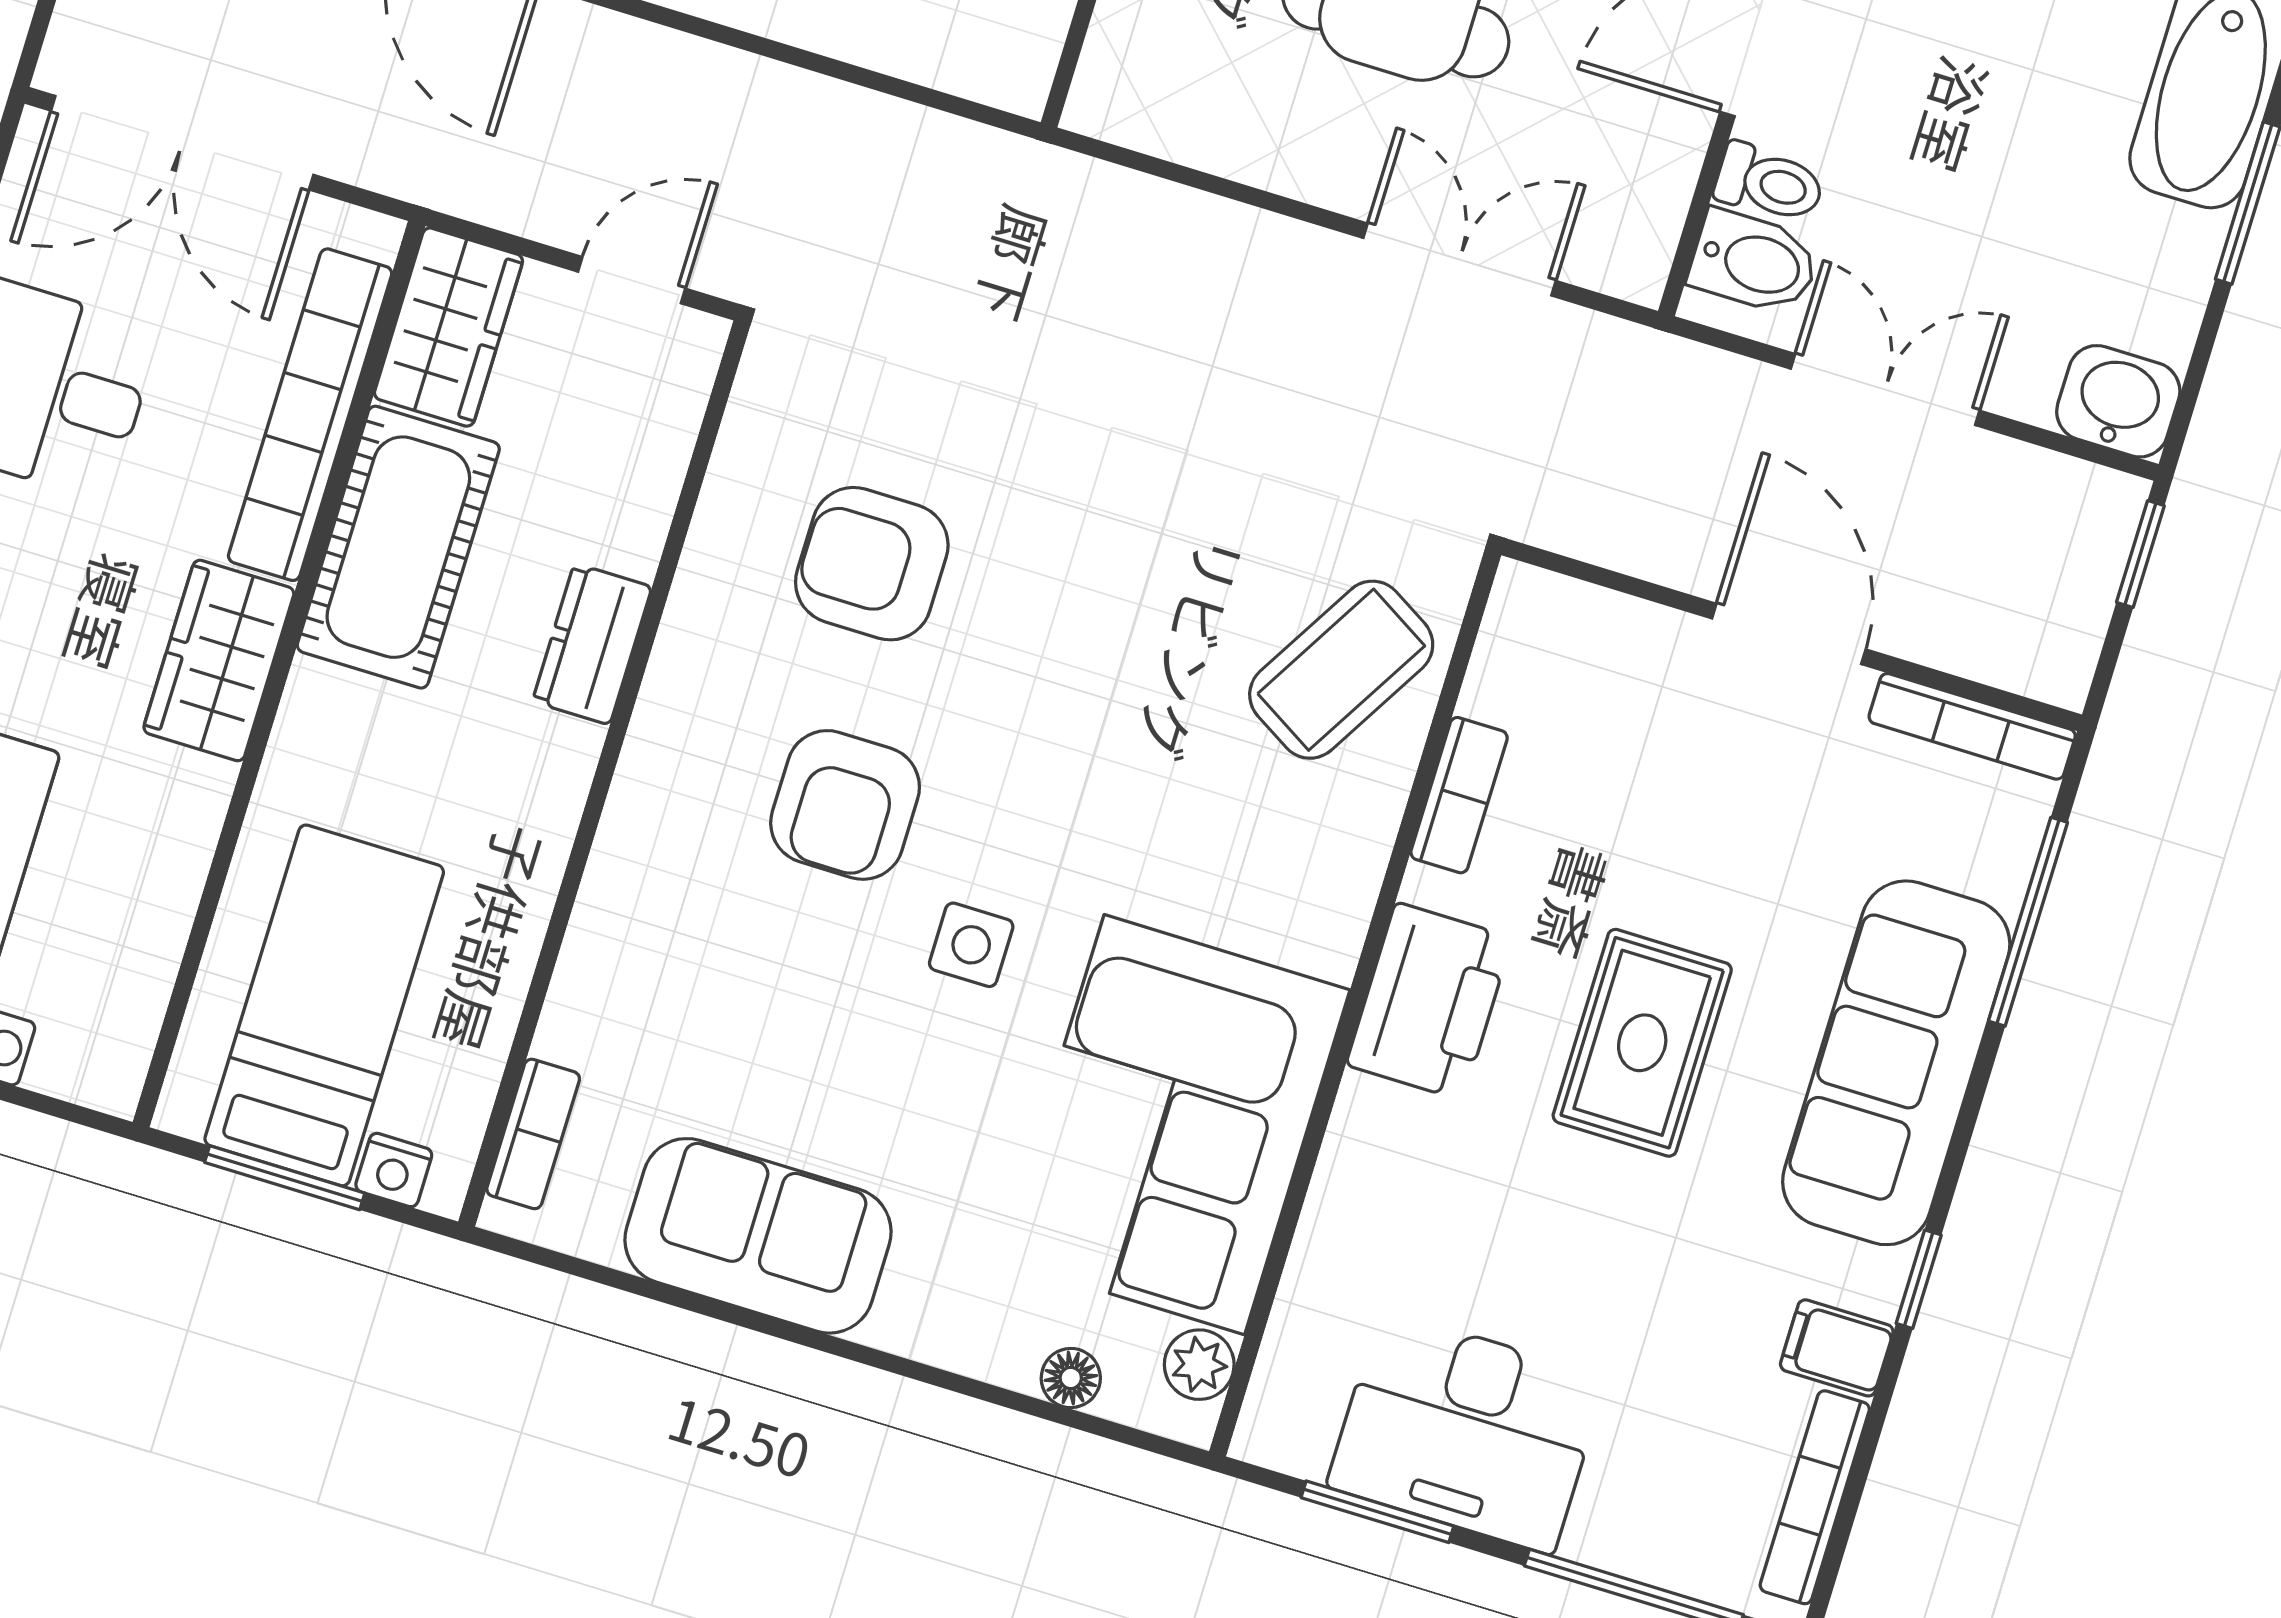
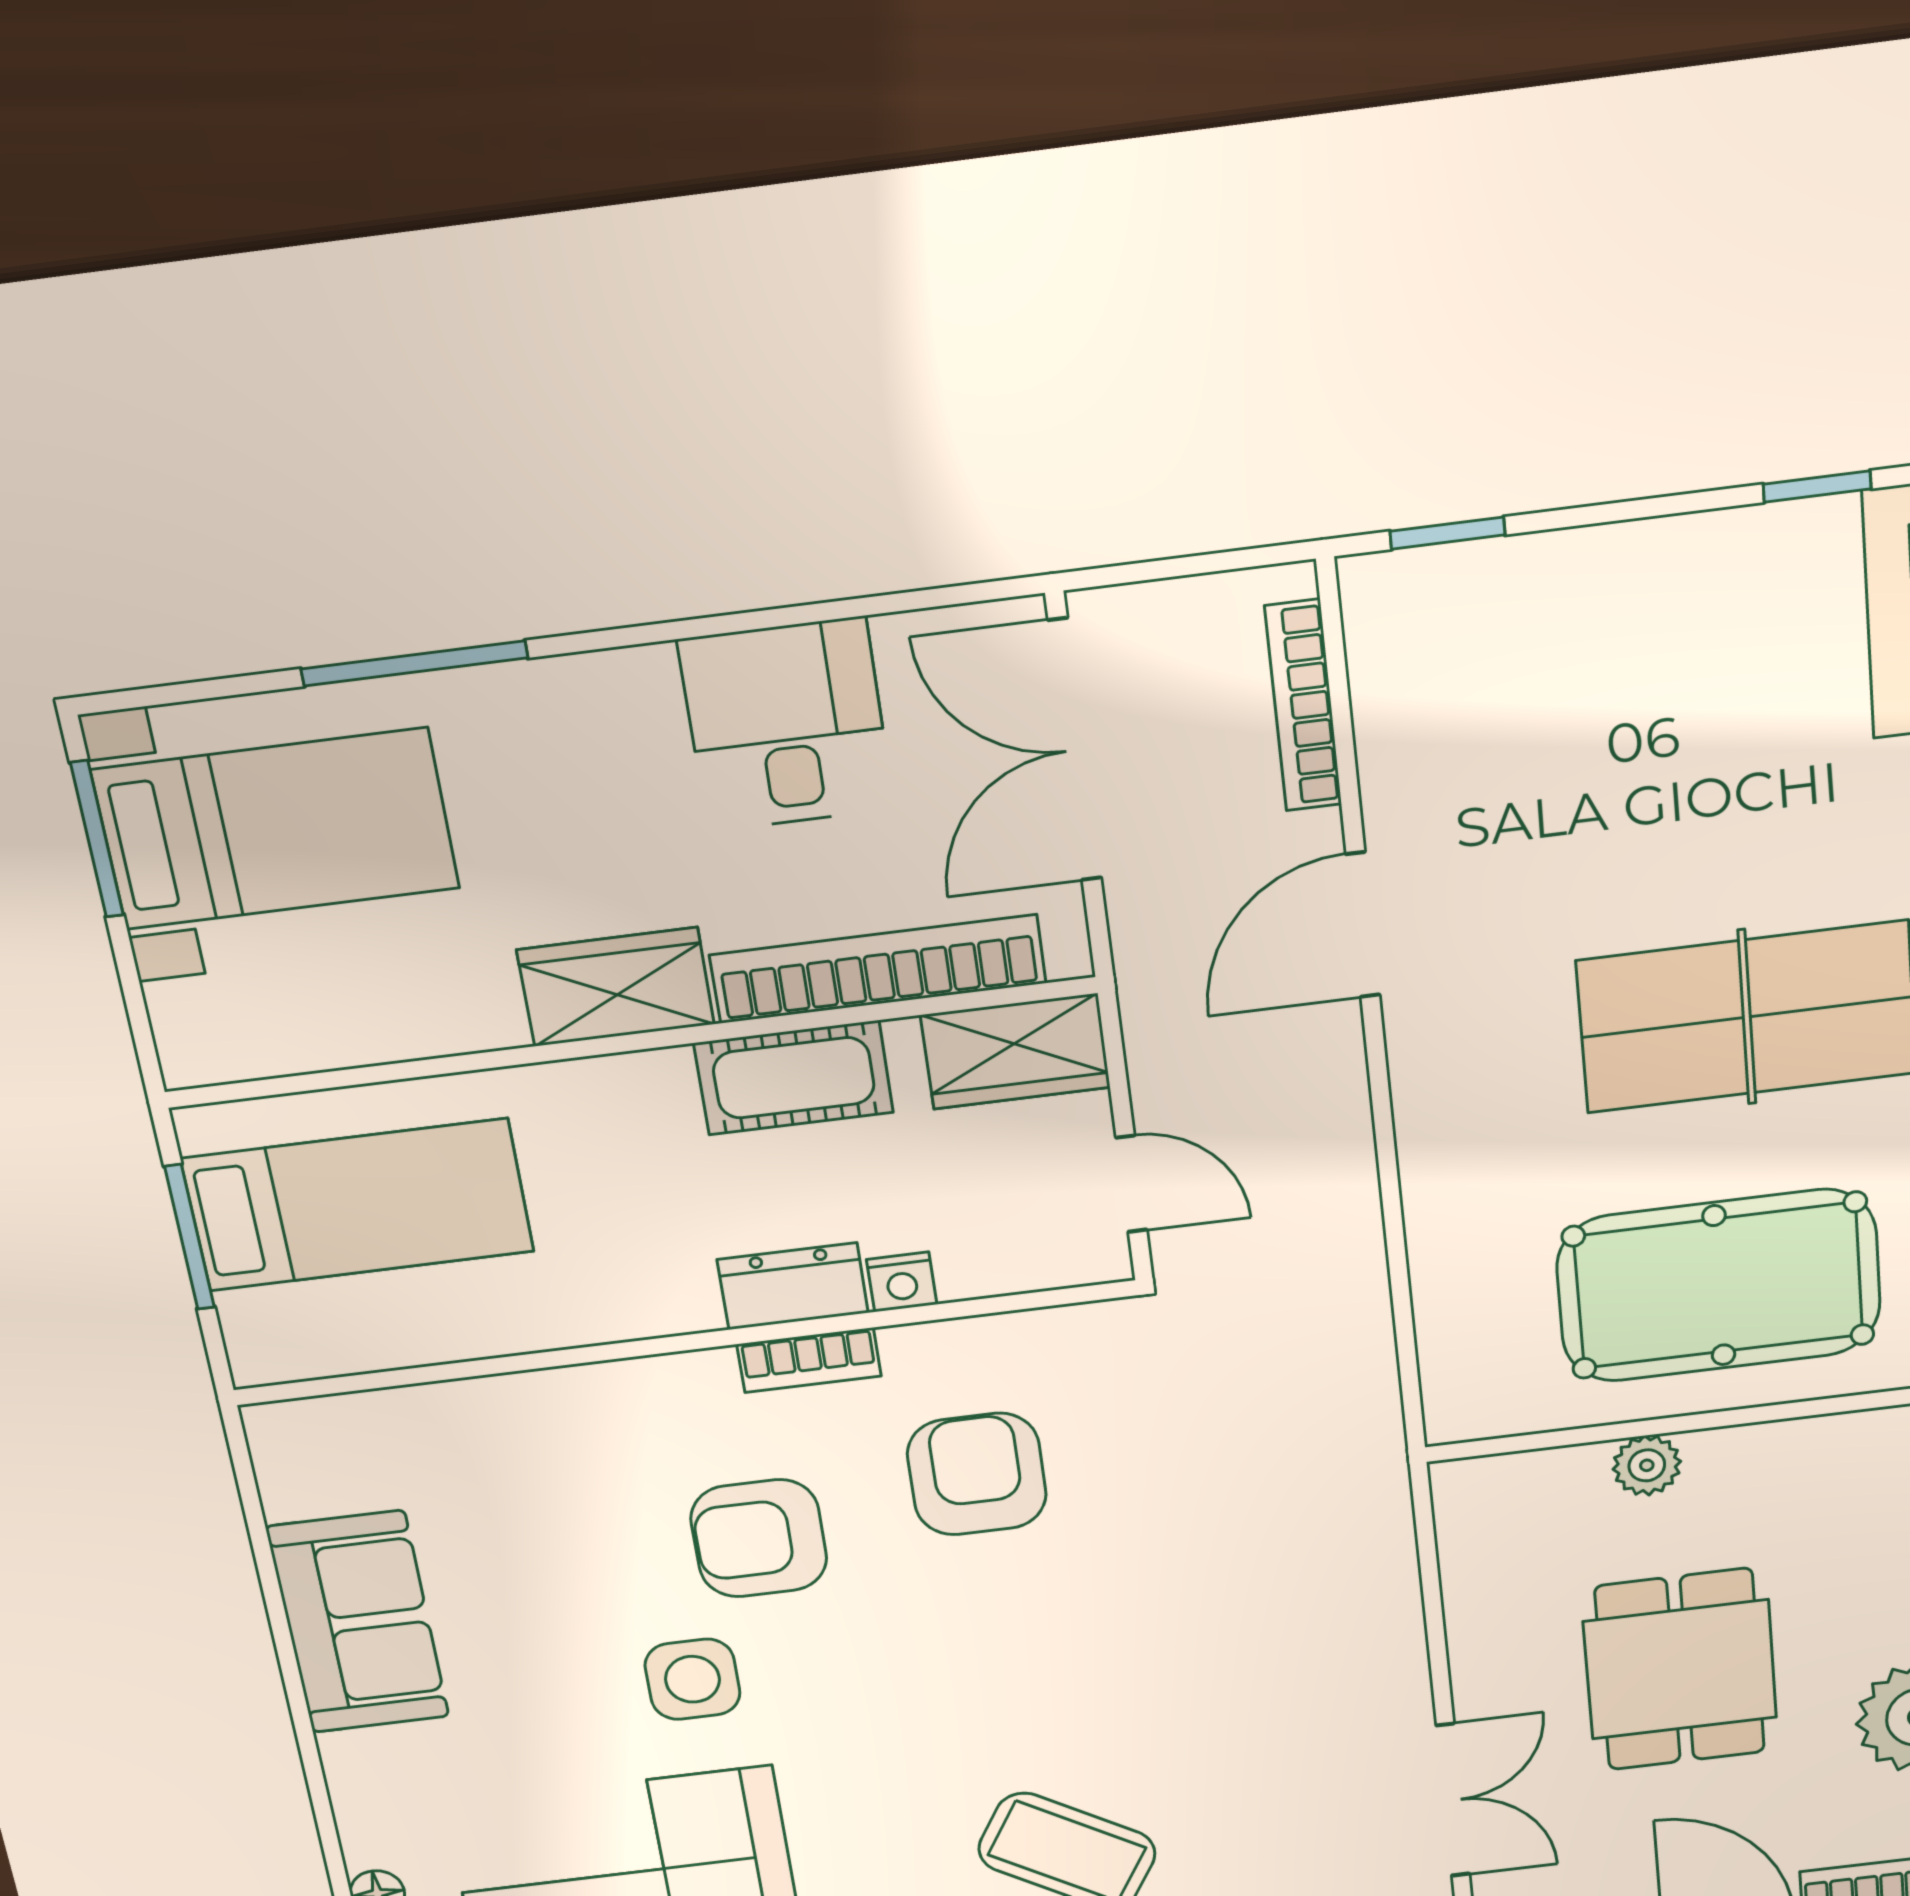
cot: (398, 547) -> (794, 1078), width x0.73, depth x0.75
side table: (971, 945) -> (693, 1679), width x1.37, depth x1.37
bookcase: (533, 1134) -> (809, 1360), moved
nightstand: (394, 1170) -> (902, 1282), moved, turned -90

